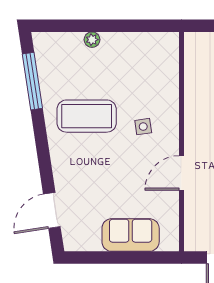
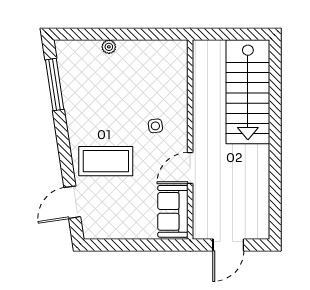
coffee table: (87, 116) -> (106, 161), moved
sofa: (131, 235) -> (173, 211), moved, turned -90

